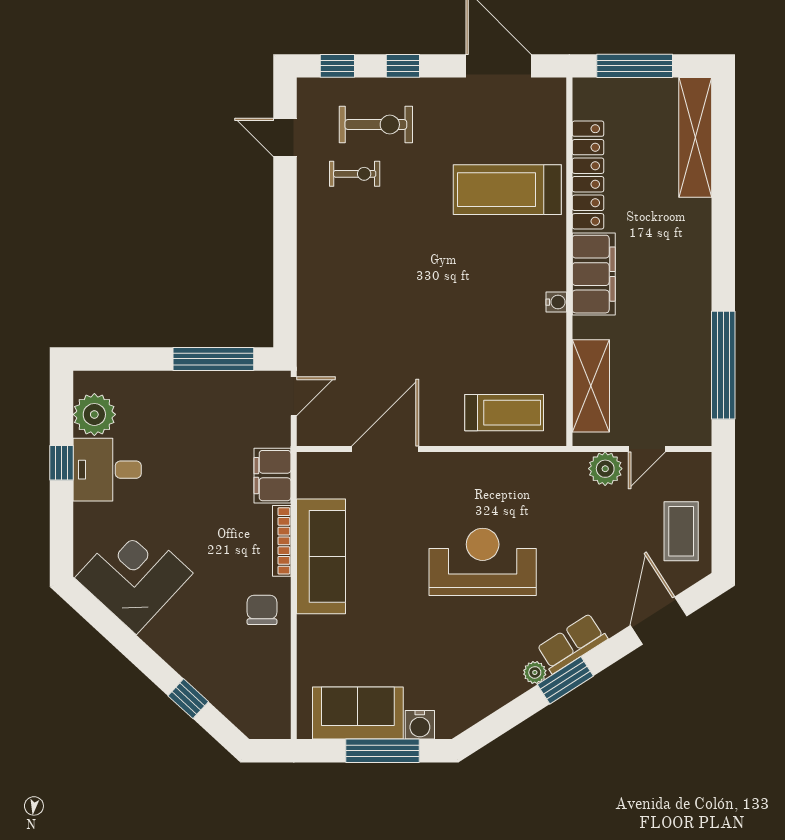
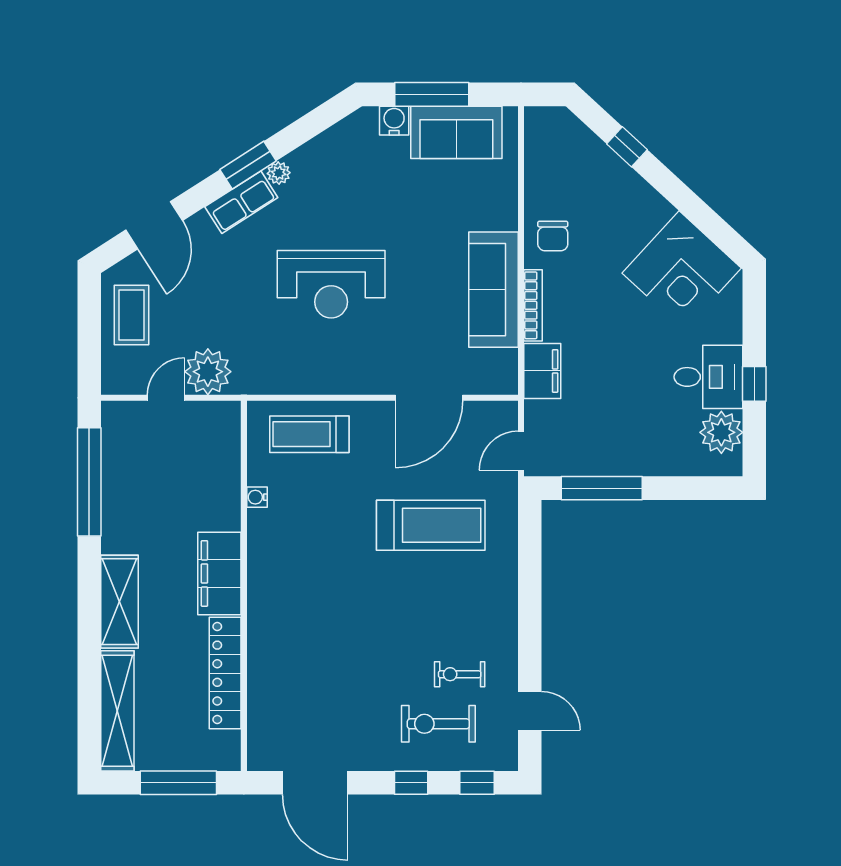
treadmill: (507, 190) -> (431, 525), moved
water cooler: (556, 302) -> (257, 497), moved
shelving: (591, 386) -> (120, 602), moved
plant: (605, 469) -> (208, 372), width x1.36, depth x1.36

